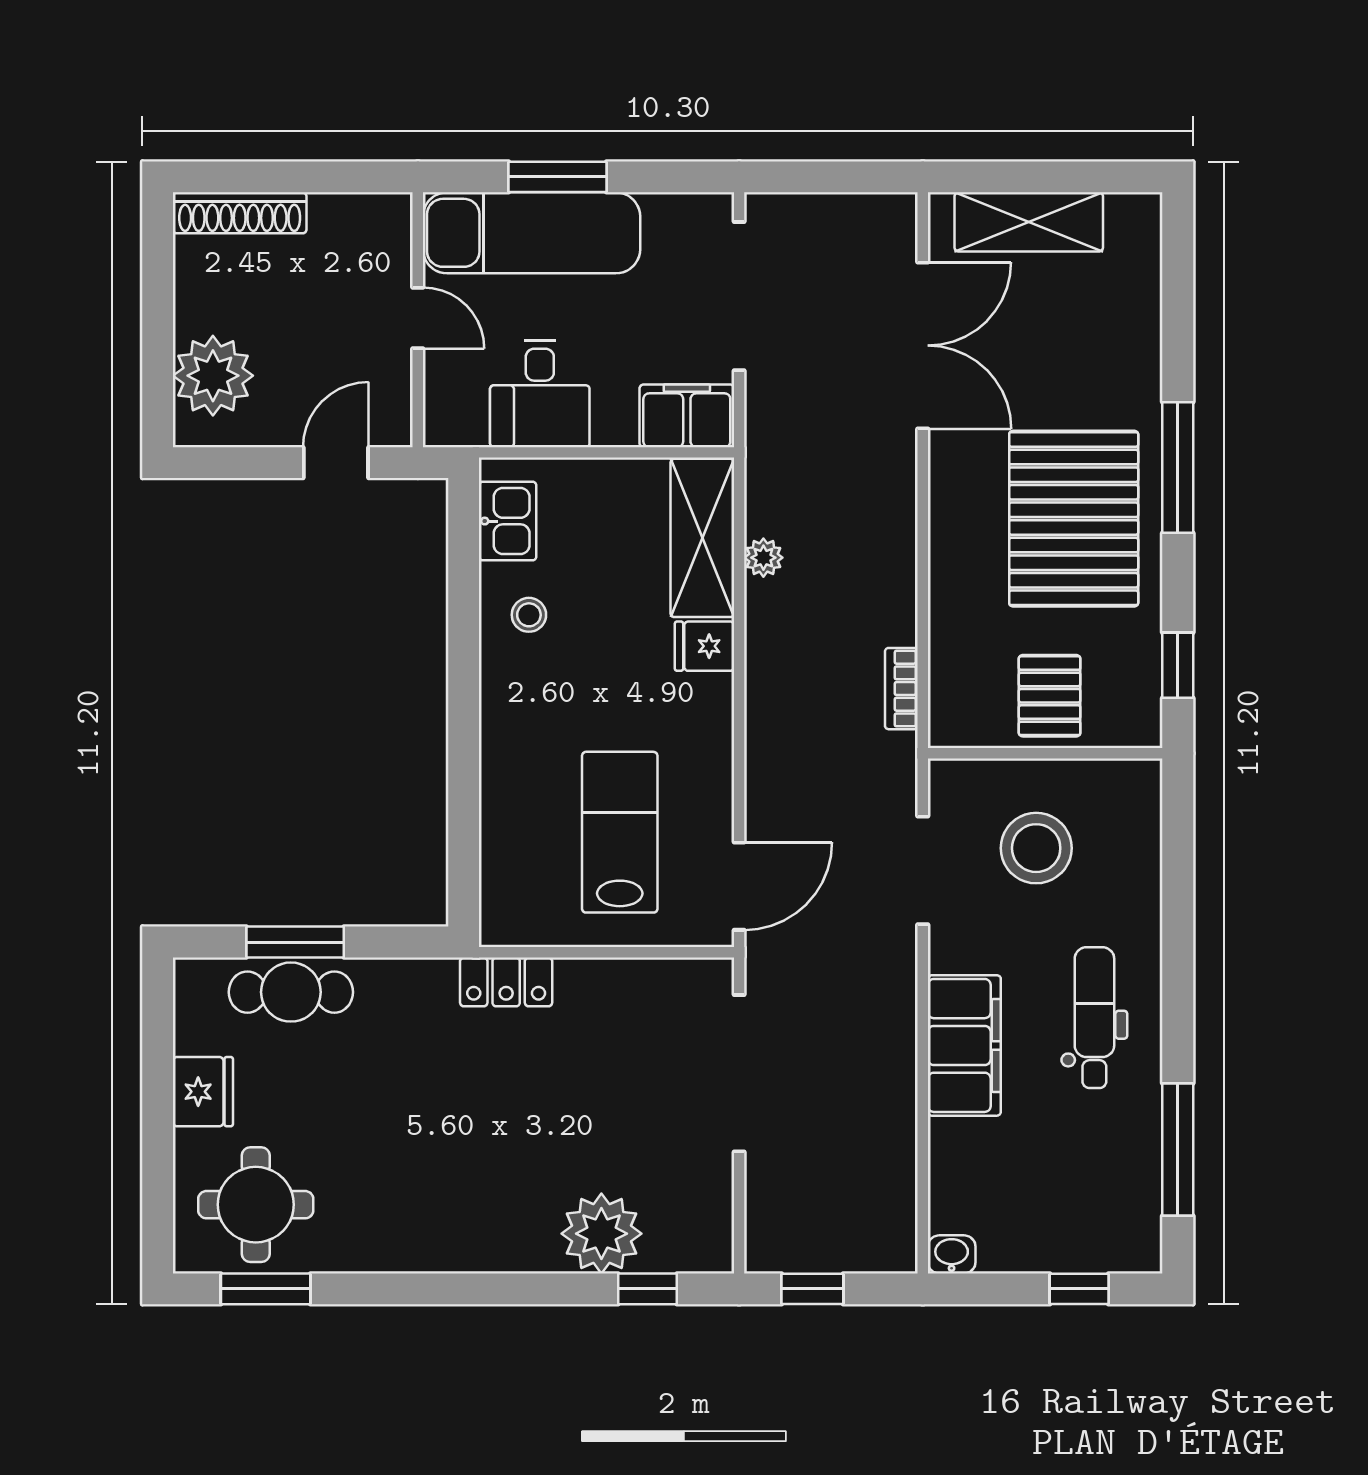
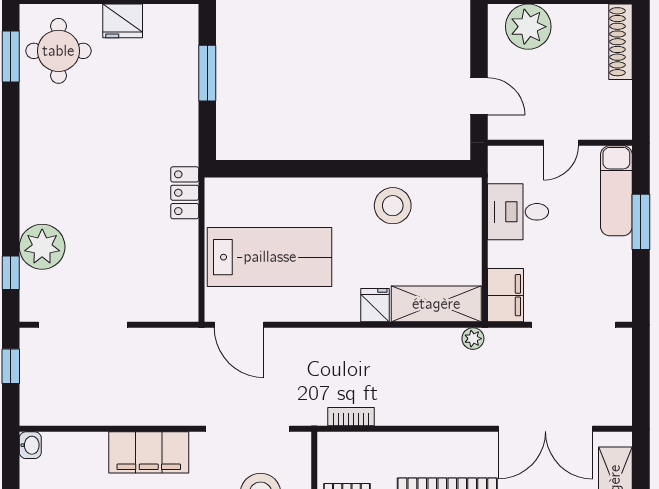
exam couch: (531, 233) -> (616, 191), width x0.73, depth x0.69
kitchen sink: (508, 521) -> (446, 194), removed
plant: (763, 558) -> (473, 339), moved
stool: (529, 615) -> (393, 206), width x1.89, depth x1.89
lab bench: (620, 832) -> (270, 257), width x1.36, depth x1.39
doorway: (923, 870) -> (248, 429), width x1.36
cafe table: (291, 992) -> (179, 71), removed
doorway: (739, 1073) -> (83, 325), moved

